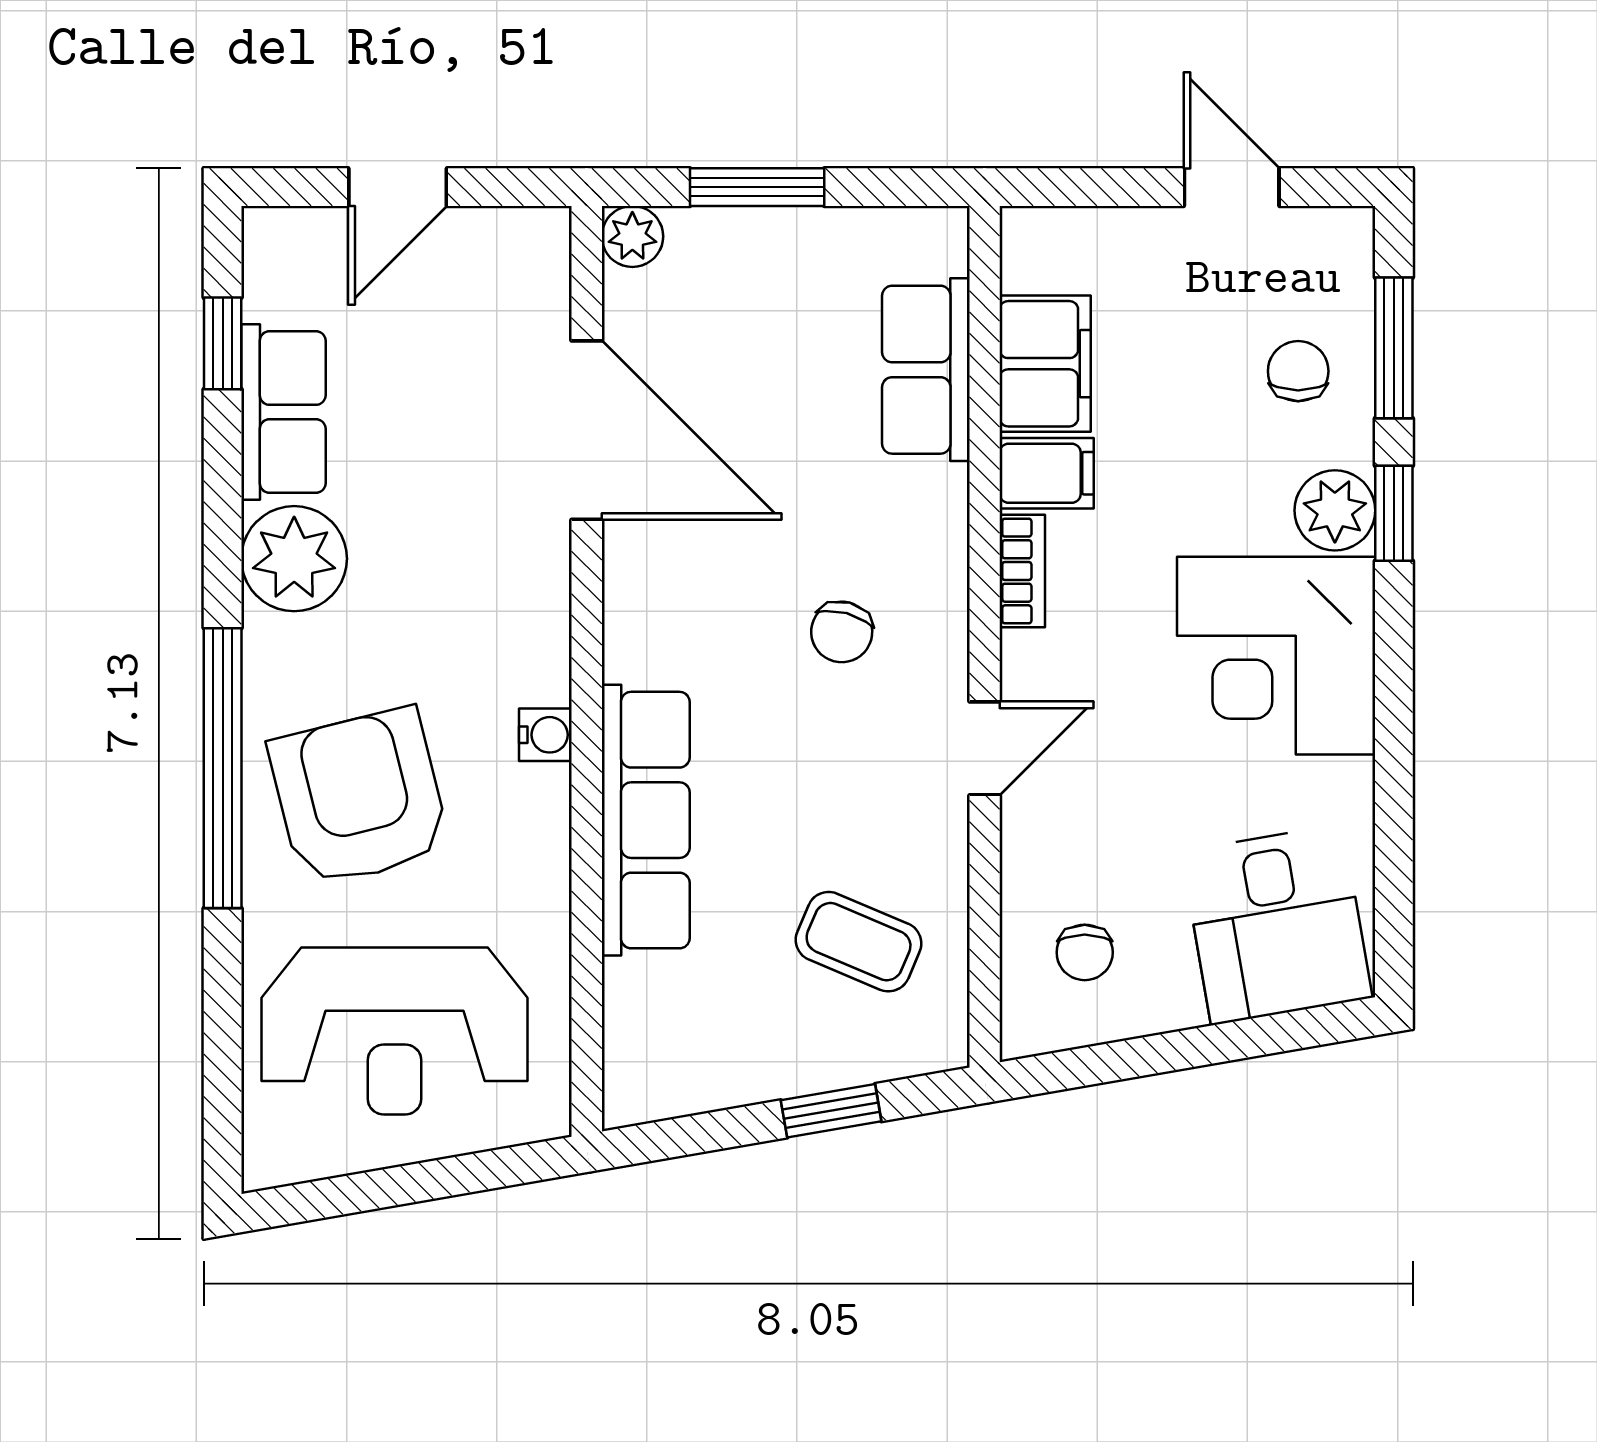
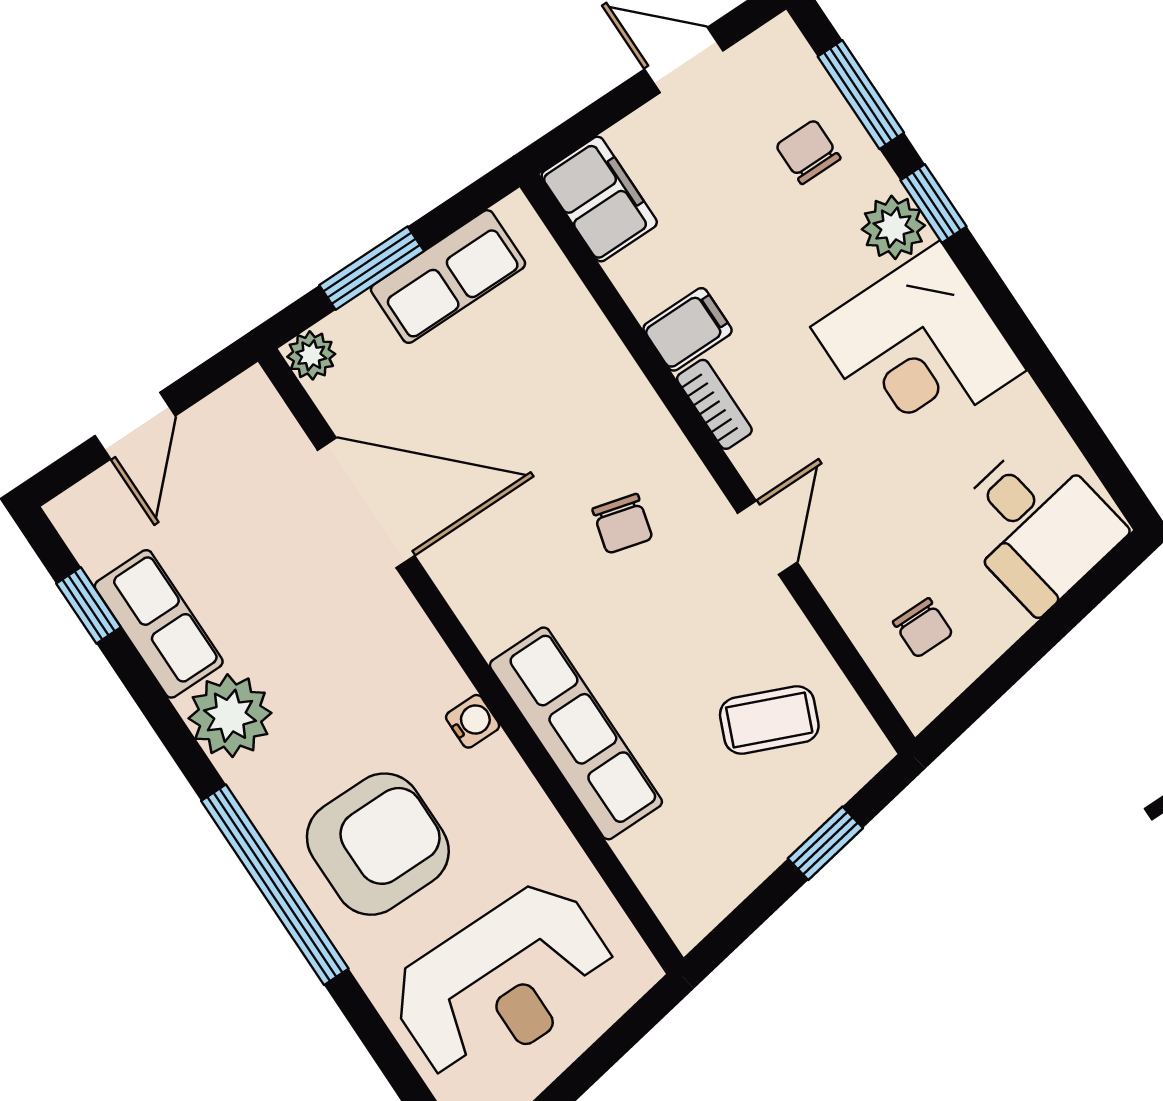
filing cabinet: (1045, 364) -> (599, 199), moved
row of seats: (926, 370) -> (448, 277), moved, turned -90
armchair: (359, 798) -> (378, 844), turned 104

